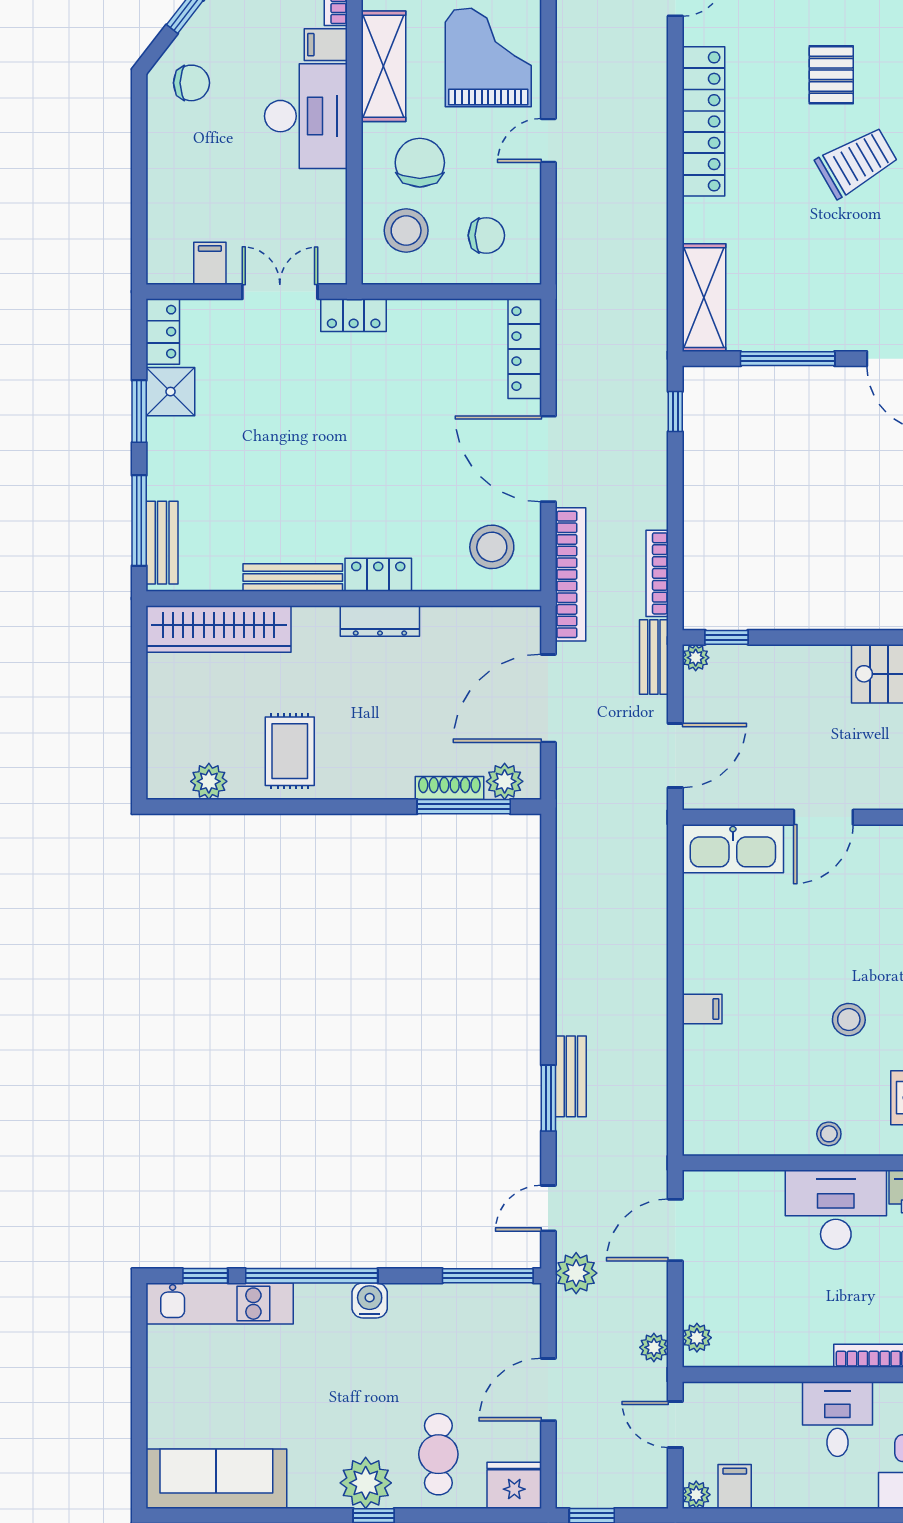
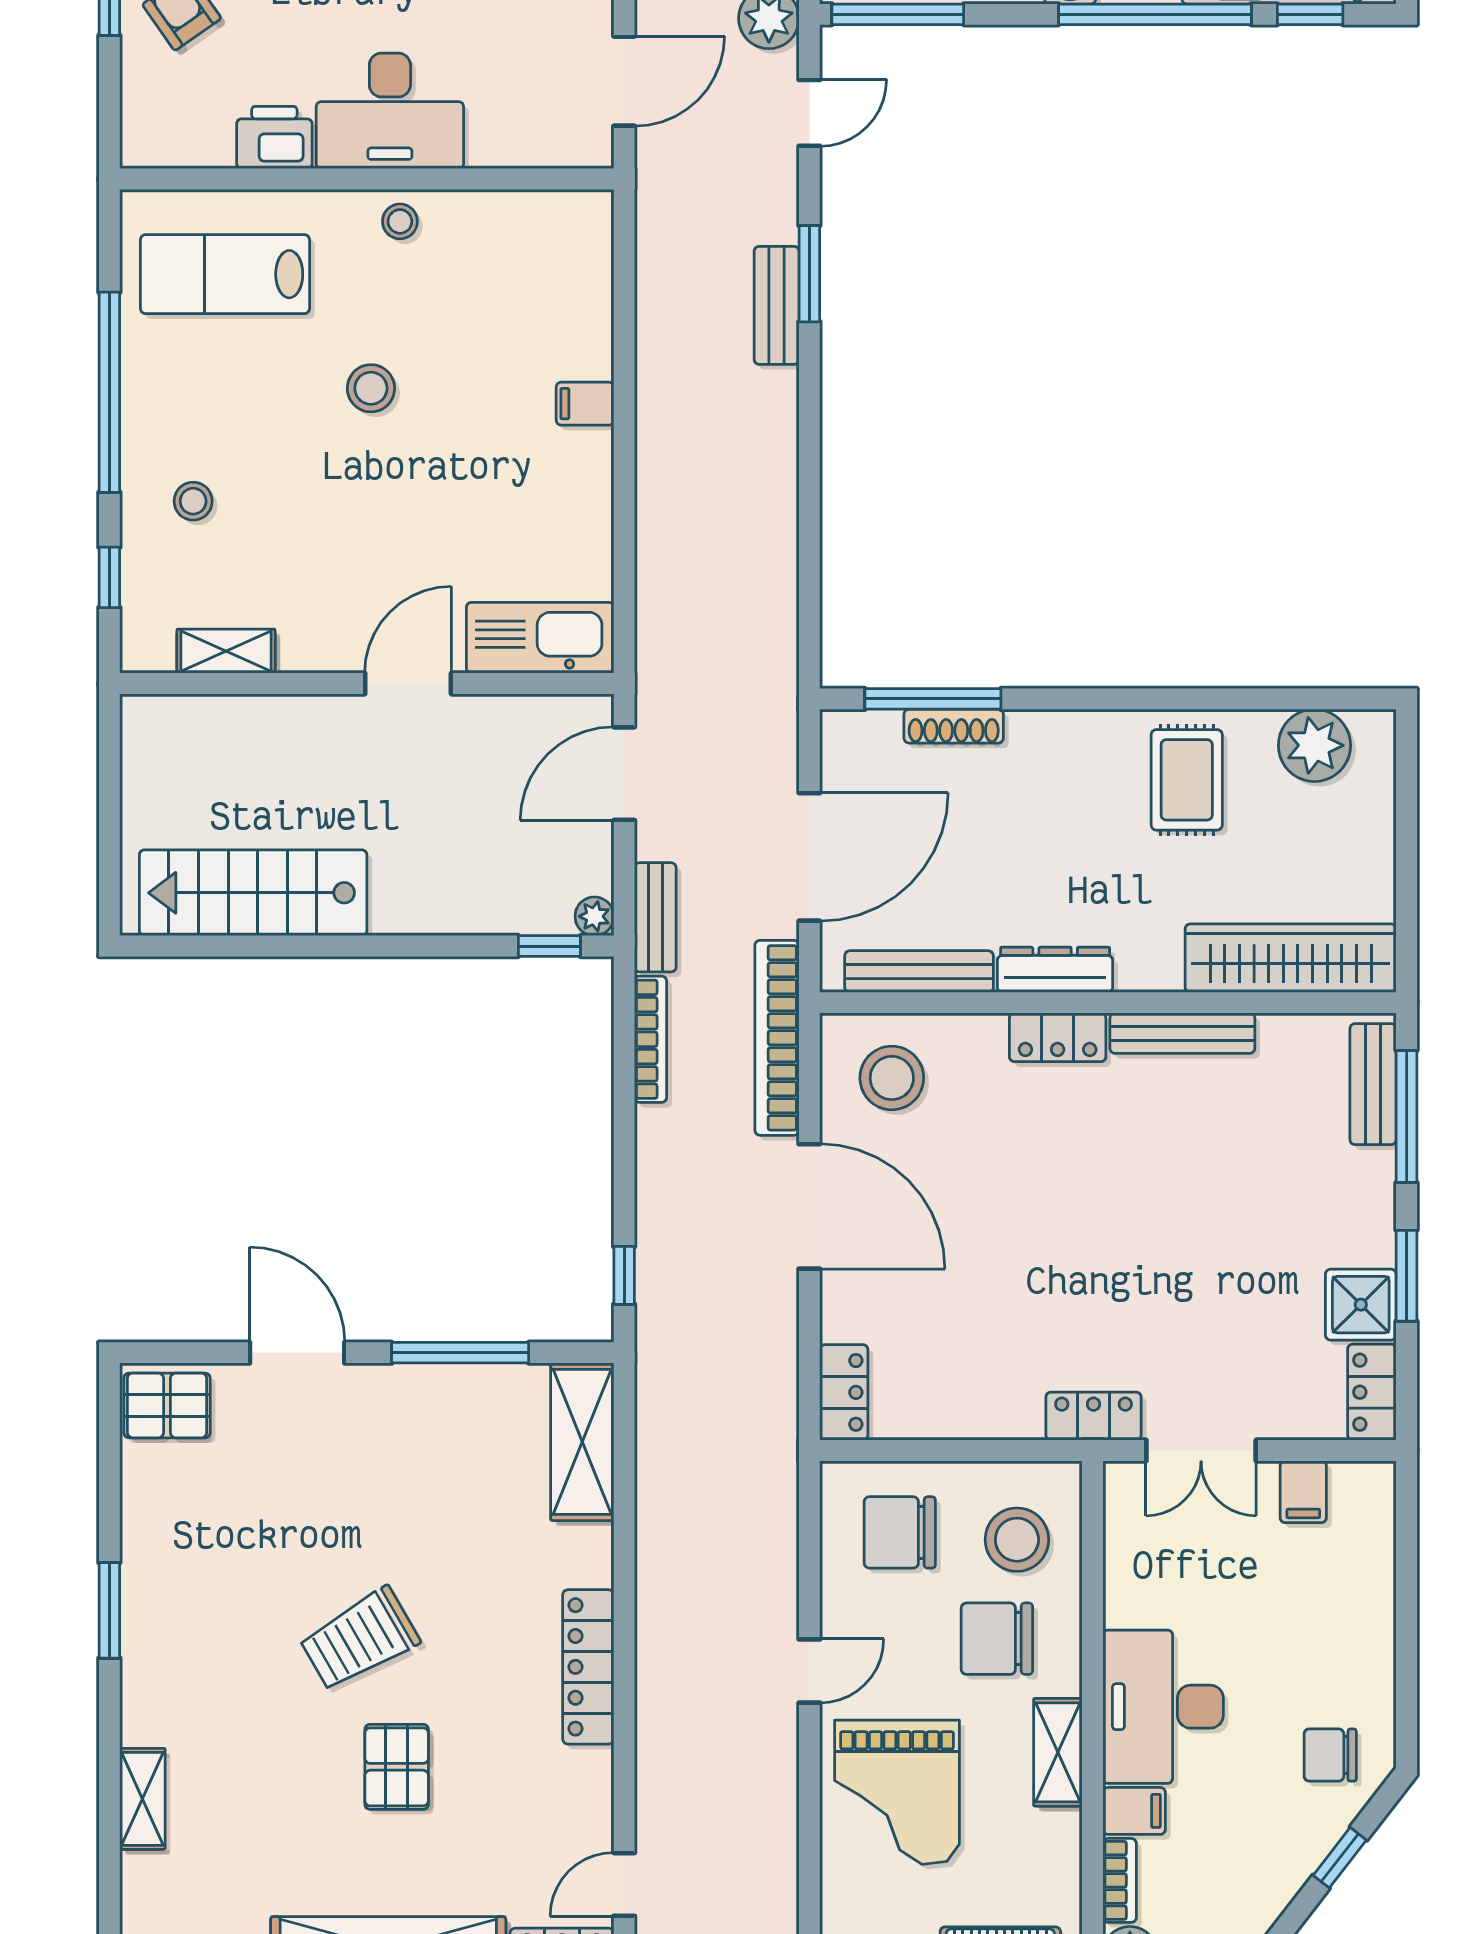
shelving: (384, 66) -> (1058, 1752), width x0.67, depth x0.75
locker: (704, 121) -> (588, 1667), width x0.71, depth x0.83
chair: (420, 163) -> (997, 1639), turned 90
chair: (486, 235) -> (900, 1532), width x1.37, depth x1.37
locker: (525, 349) -> (844, 1392), width x0.66
bench: (473, 620) -> (919, 972), added
plant: (209, 781) -> (1314, 745), width x1.36, depth x1.36
plant: (505, 781) -> (873, 736), removed

